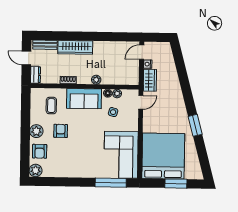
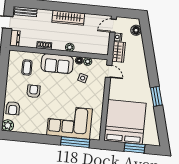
wardrobe: (75, 47) -> (68, 18), moved
floor lamp: (167, 55) -> (136, 30), added
door: (141, 102) -> (109, 71), hinge flipped
plant: (36, 131) -> (11, 90), removed
corner sofa: (121, 155) -> (70, 122), moved, turned 90

